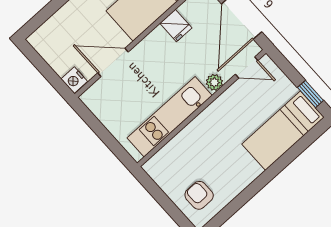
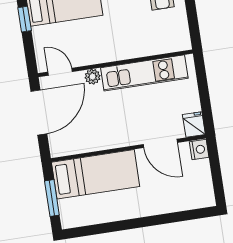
fridge: (176, 26) -> (194, 125), moved

